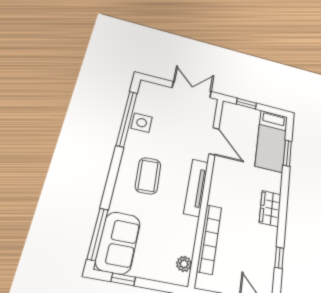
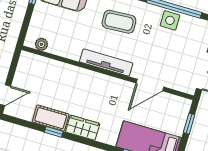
bookcase: (209, 239) -> (60, 68), removed
cot: (267, 245) -> (51, 118), added
window: (279, 258) -> (54, 132), moved

